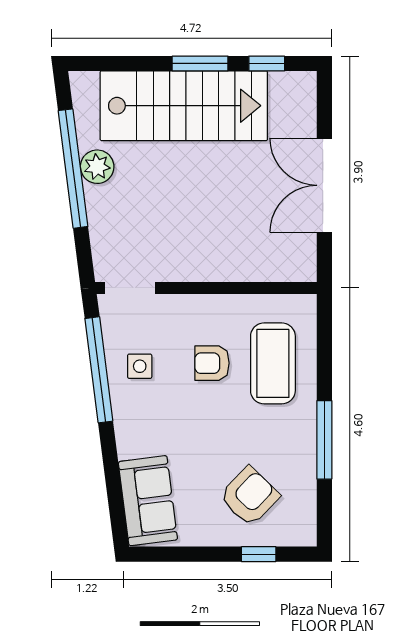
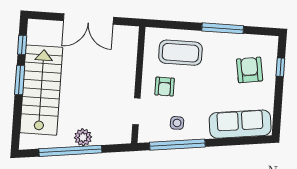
plant: (97, 167) -> (83, 137), moved
doorway: (130, 288) -> (136, 111), moved
armchair: (212, 363) -> (165, 87), moved
armchair: (249, 496) -> (250, 70), turned 37
sofa: (148, 501) -> (240, 124), width x1.36

